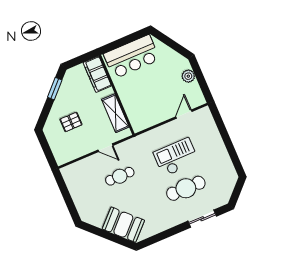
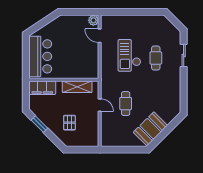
plant: (188, 76) -> (93, 20), moved
door: (105, 148) -> (100, 105), hinge flipped
cafe table: (186, 188) -> (156, 58), width x0.73, depth x0.74
booth: (123, 225) -> (150, 129), moved

